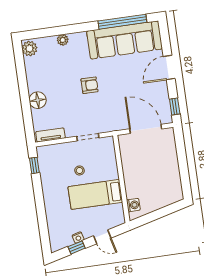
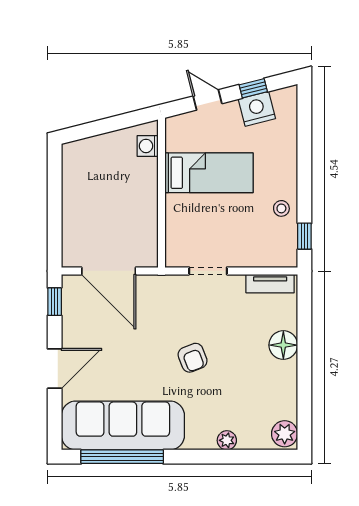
armchair: (90, 85) -> (193, 358), turned -111
stool: (79, 170) -> (281, 208), moved
nightstand: (78, 238) -> (257, 109), width x1.89, depth x1.79

